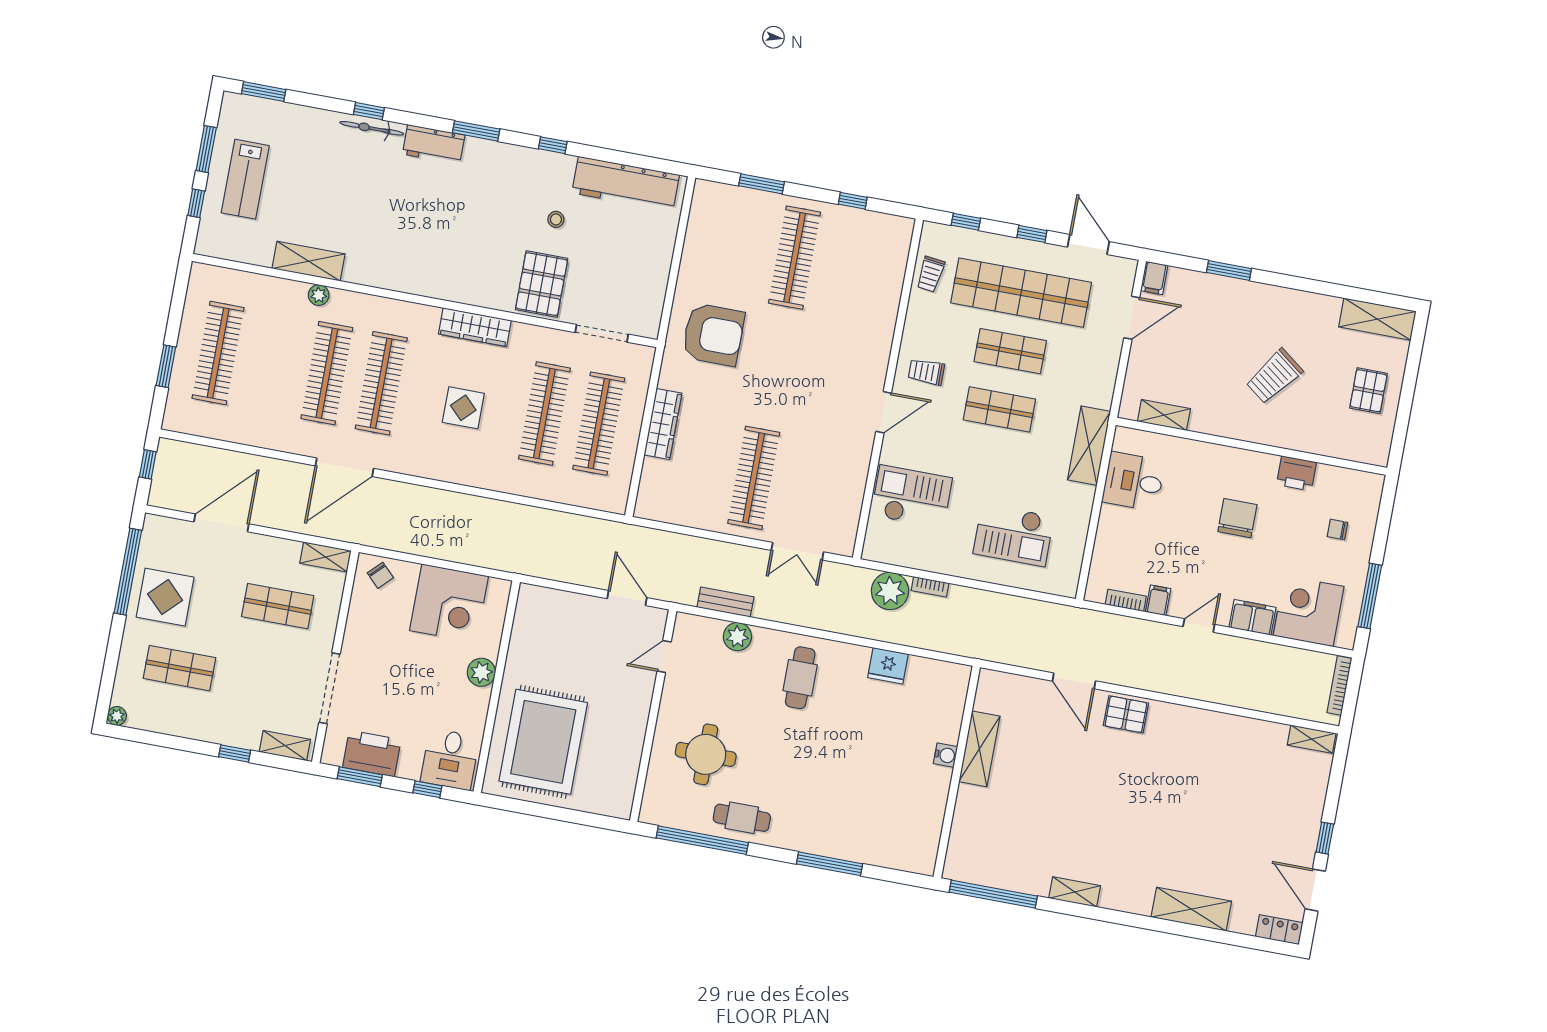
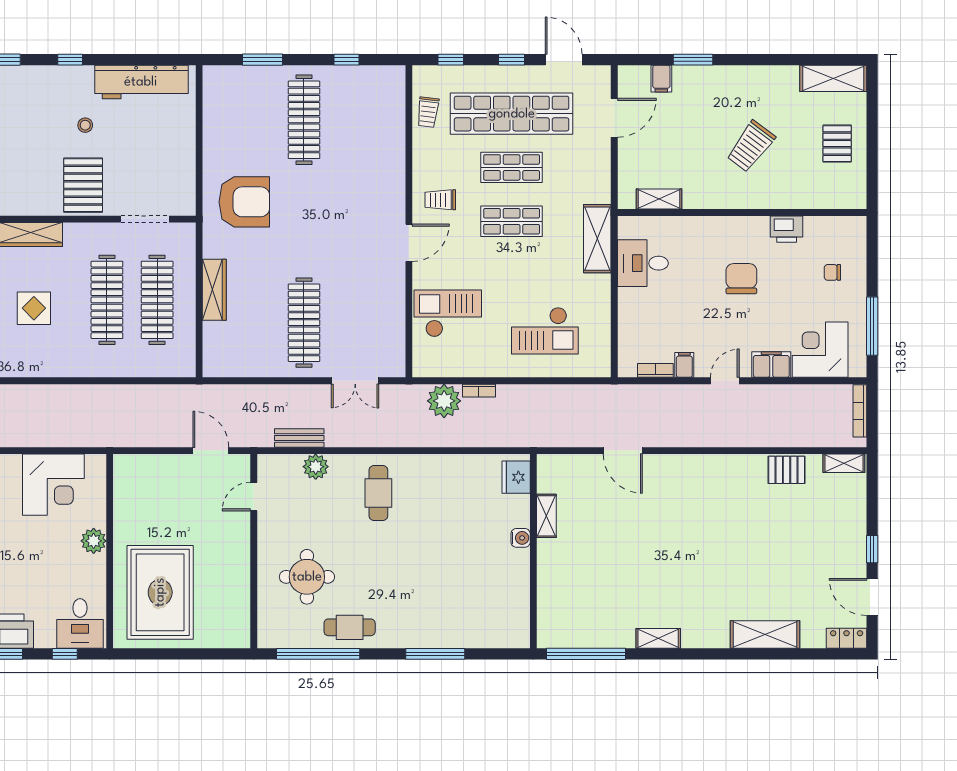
filing cabinet: (1154, 278) -> (661, 79), moved
fridge: (888, 666) -> (516, 477), moved, turned 90
pallet: (1126, 714) -> (787, 470), moved
shelving: (979, 749) -> (546, 516), width x0.67, depth x0.75

